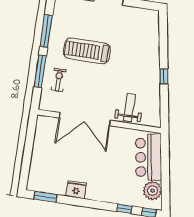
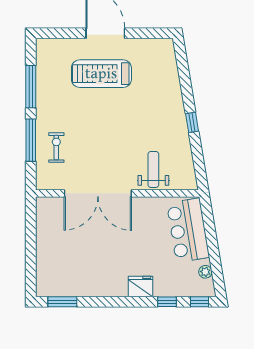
treadmill: (87, 51) -> (101, 74), moved
fridge: (76, 190) -> (140, 286), moved
plant: (153, 191) -> (205, 272), width x0.53, depth x0.53

